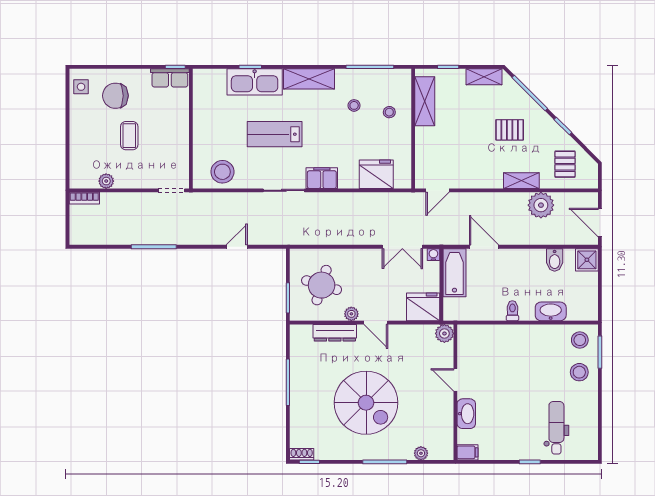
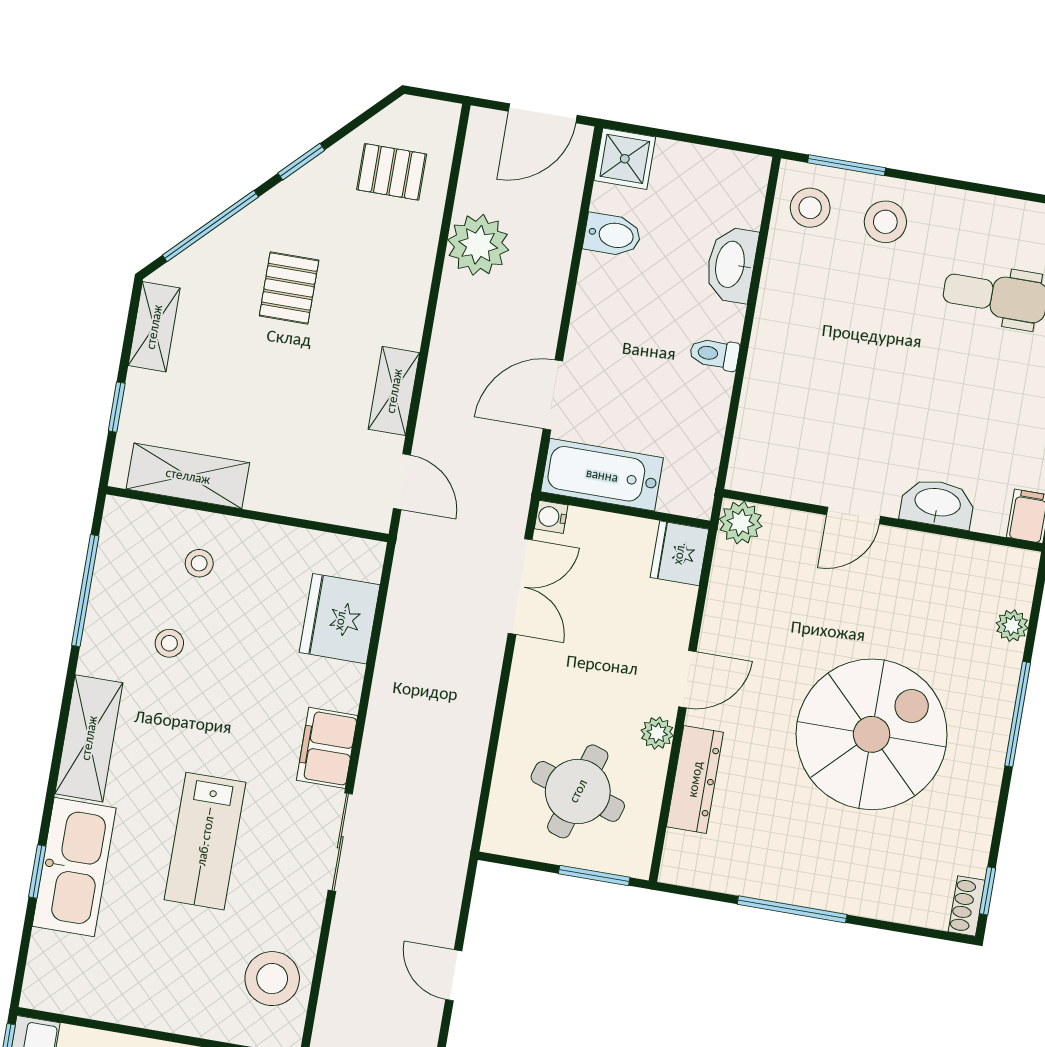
shelving: (521, 181) -> (394, 391), moved
fridge: (423, 307) -> (679, 553), width x0.73, depth x0.75

